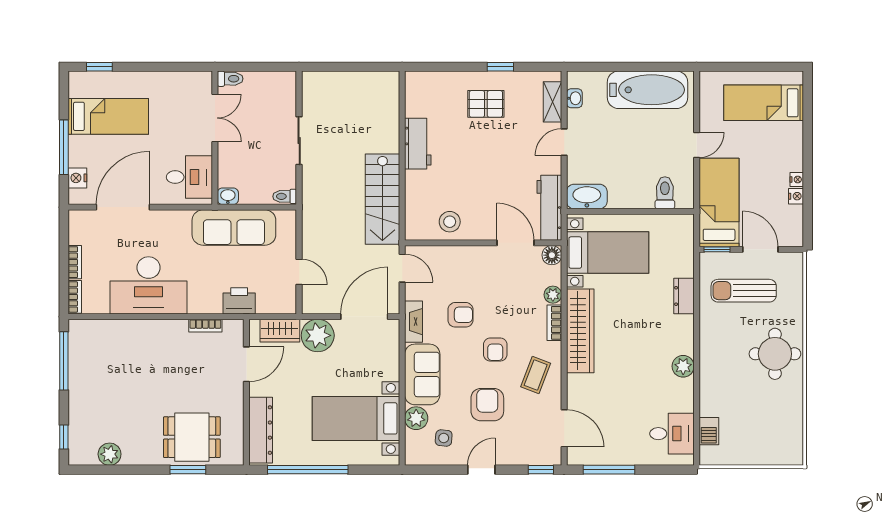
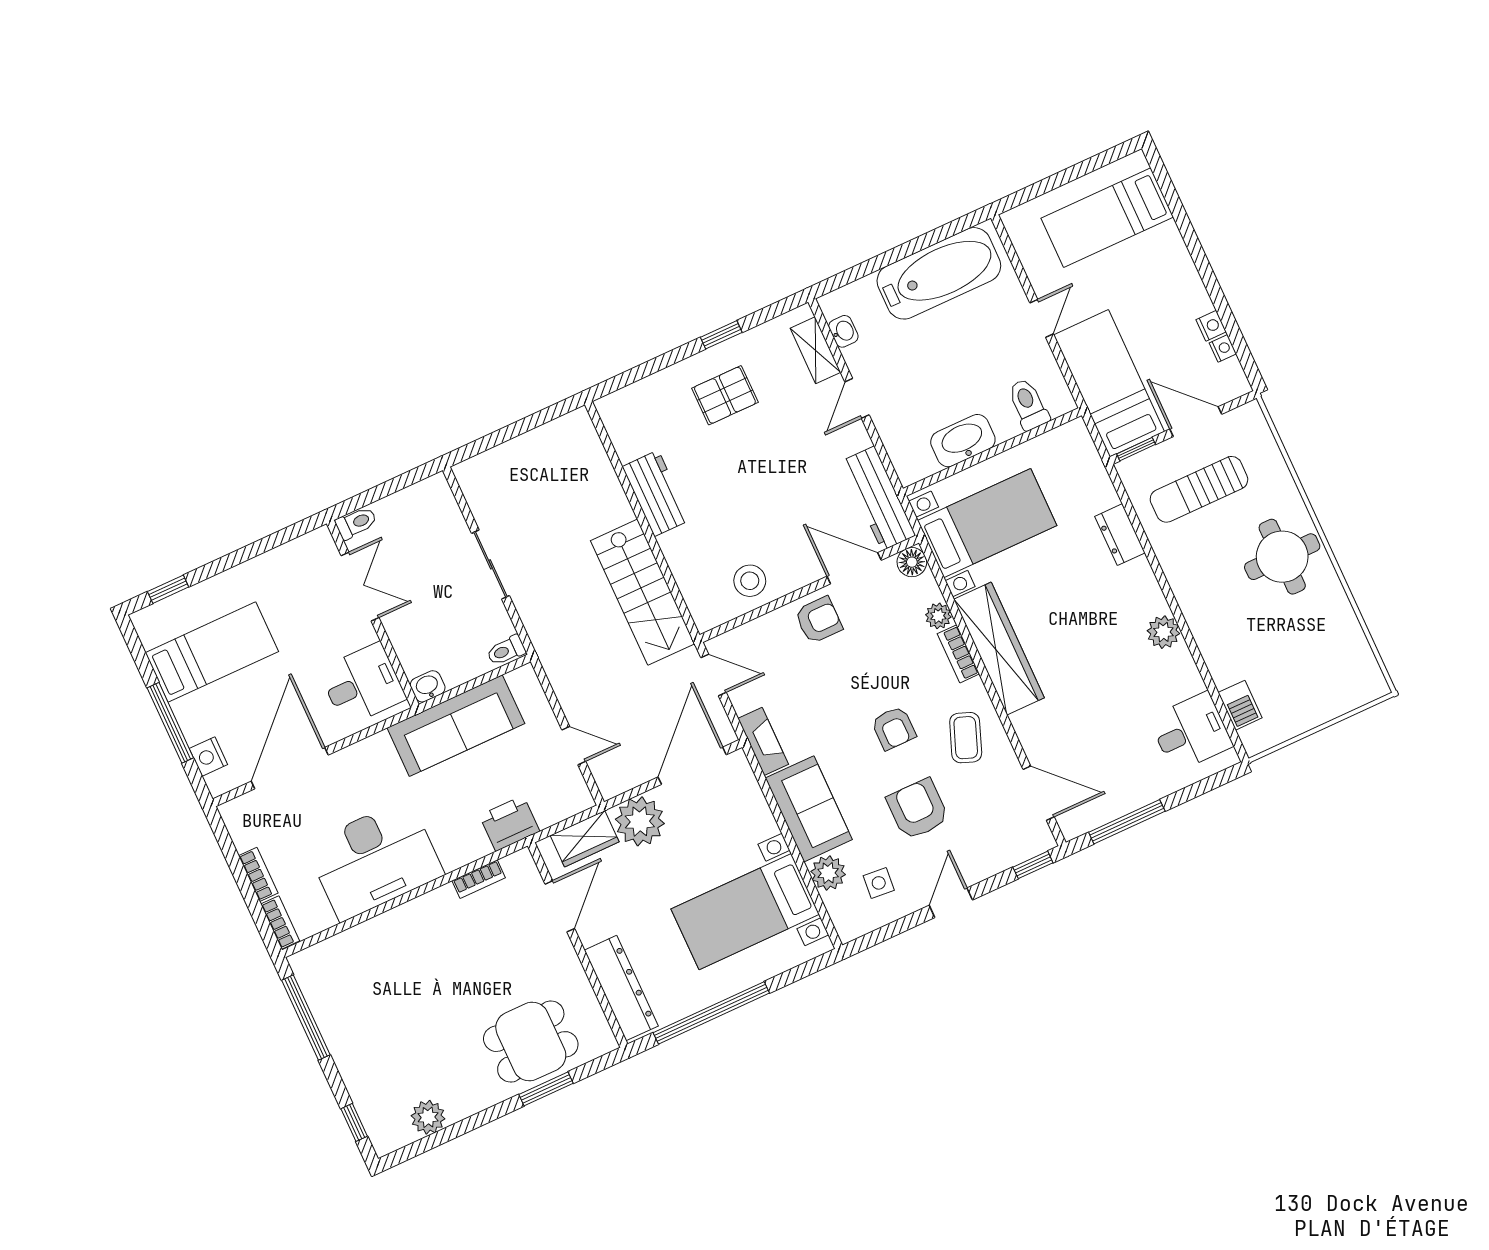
nightstand: (797, 180) -> (1223, 348), moved
washbasin: (587, 197) -> (963, 441), moved
armchair: (460, 315) -> (819, 620), moved

